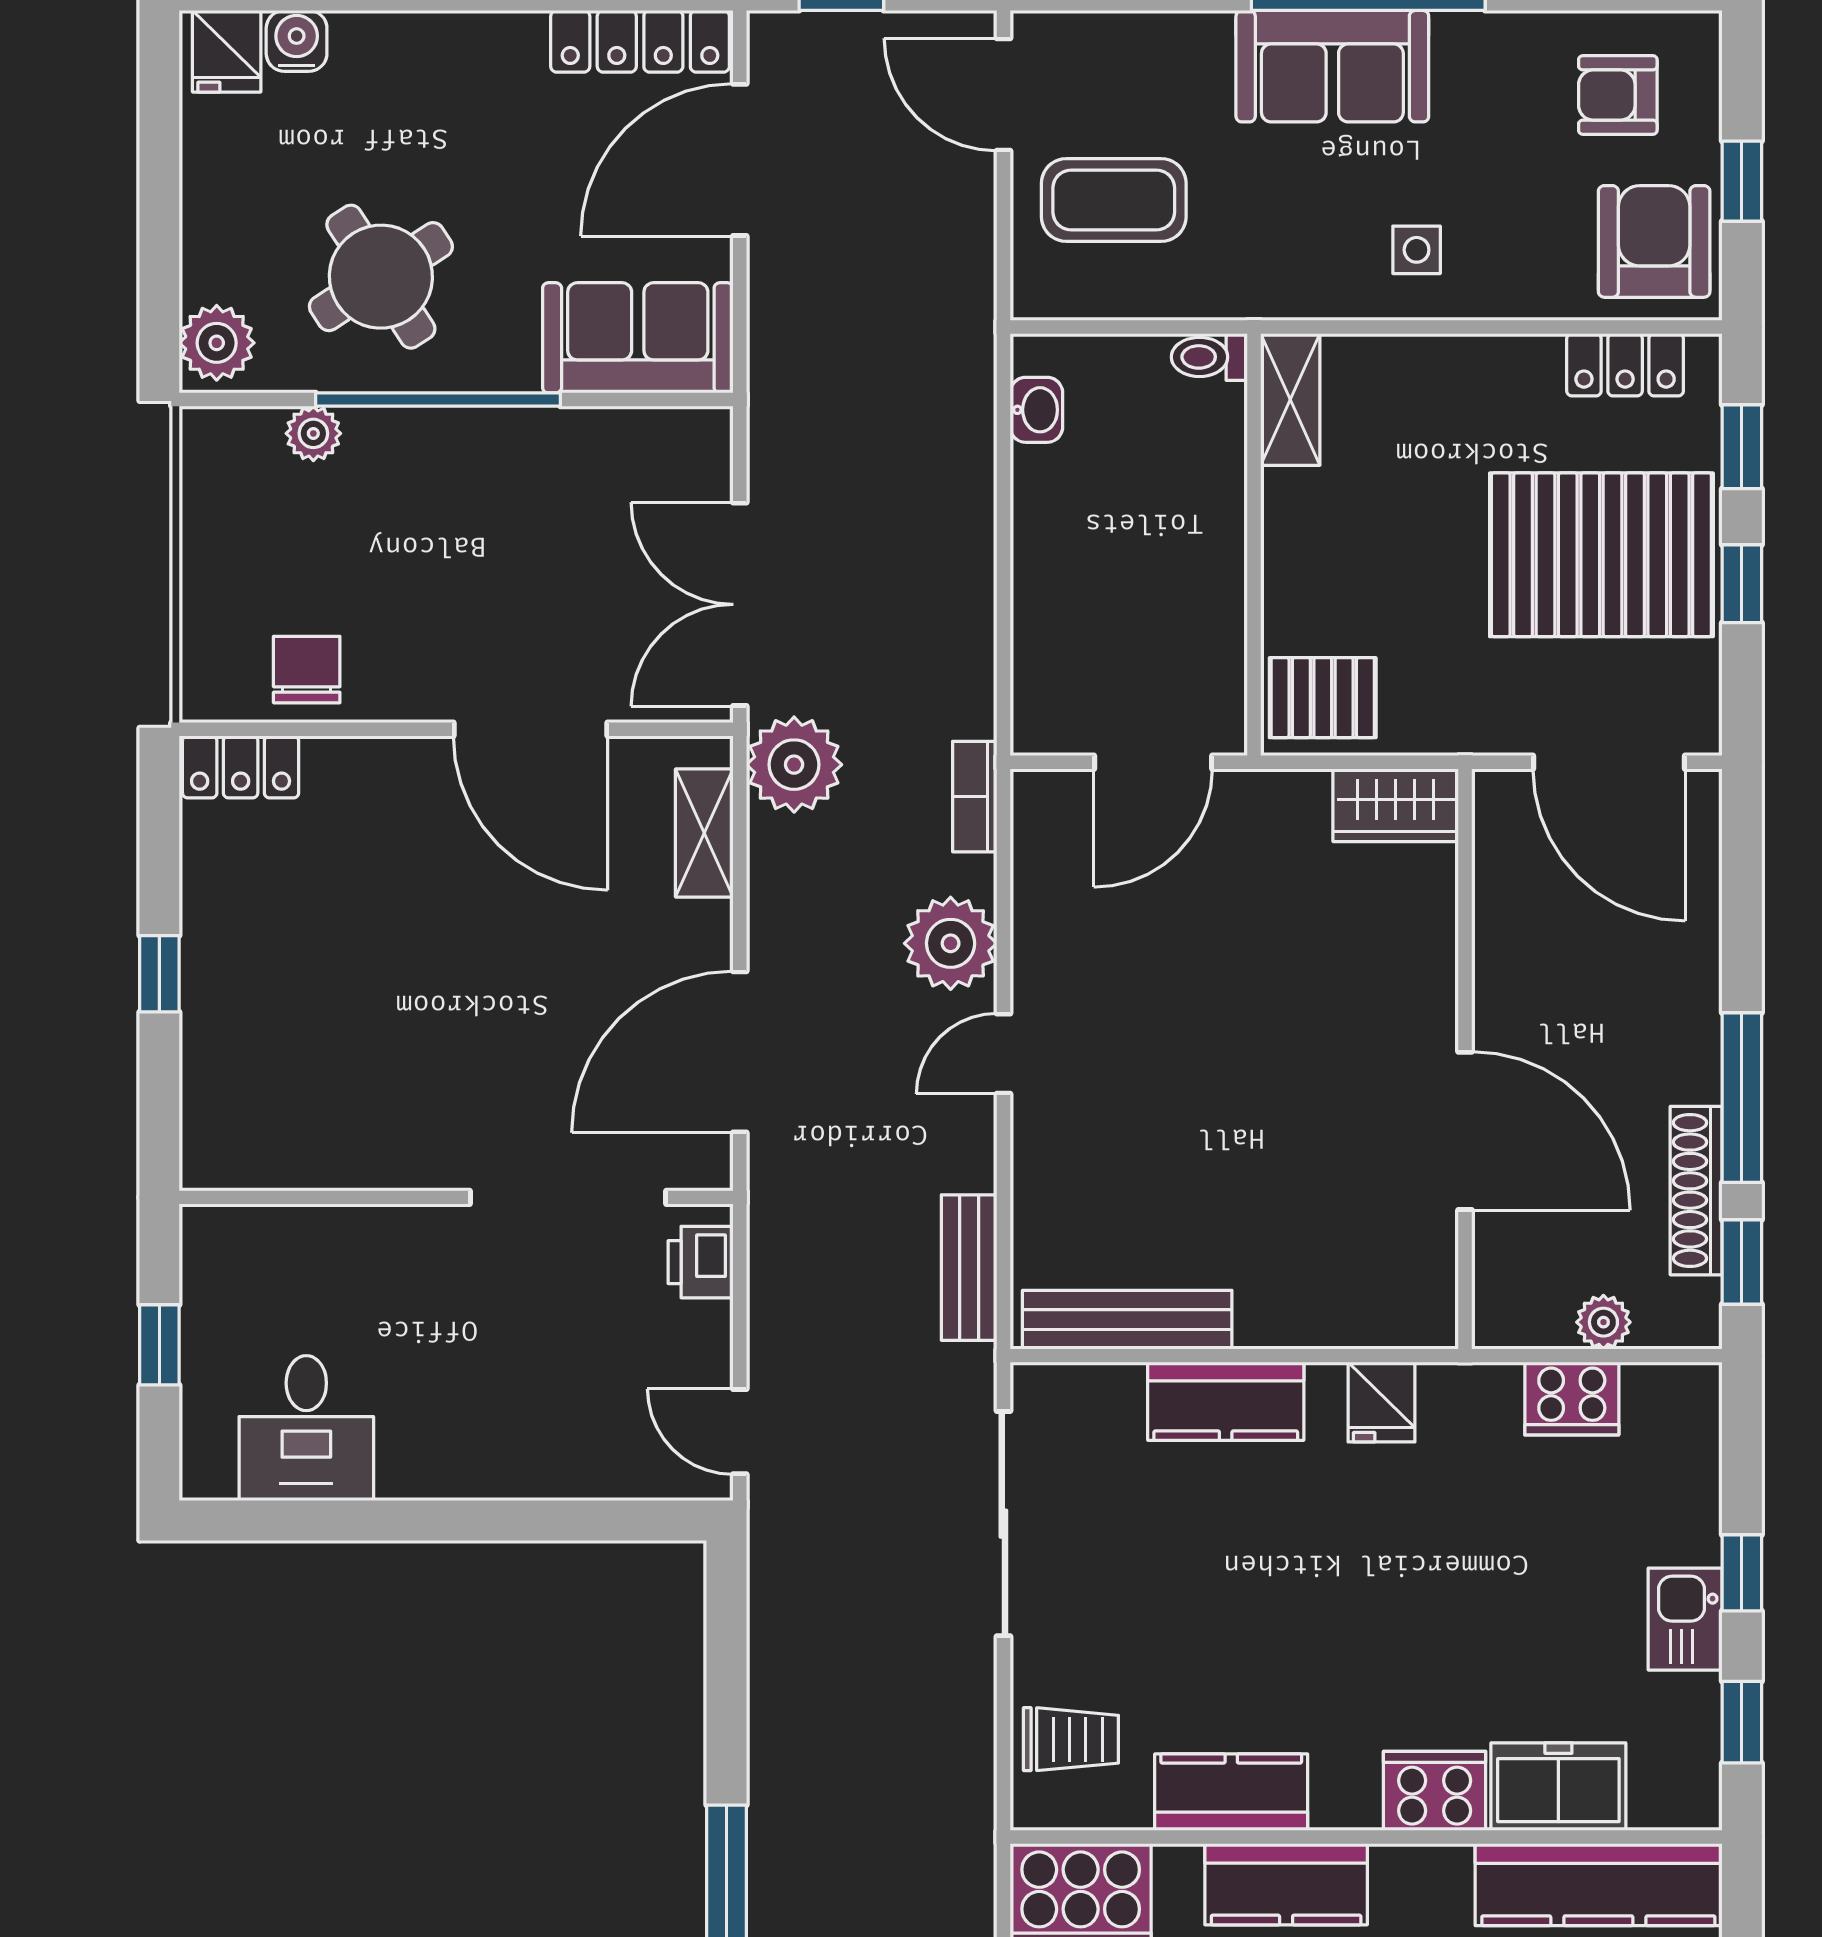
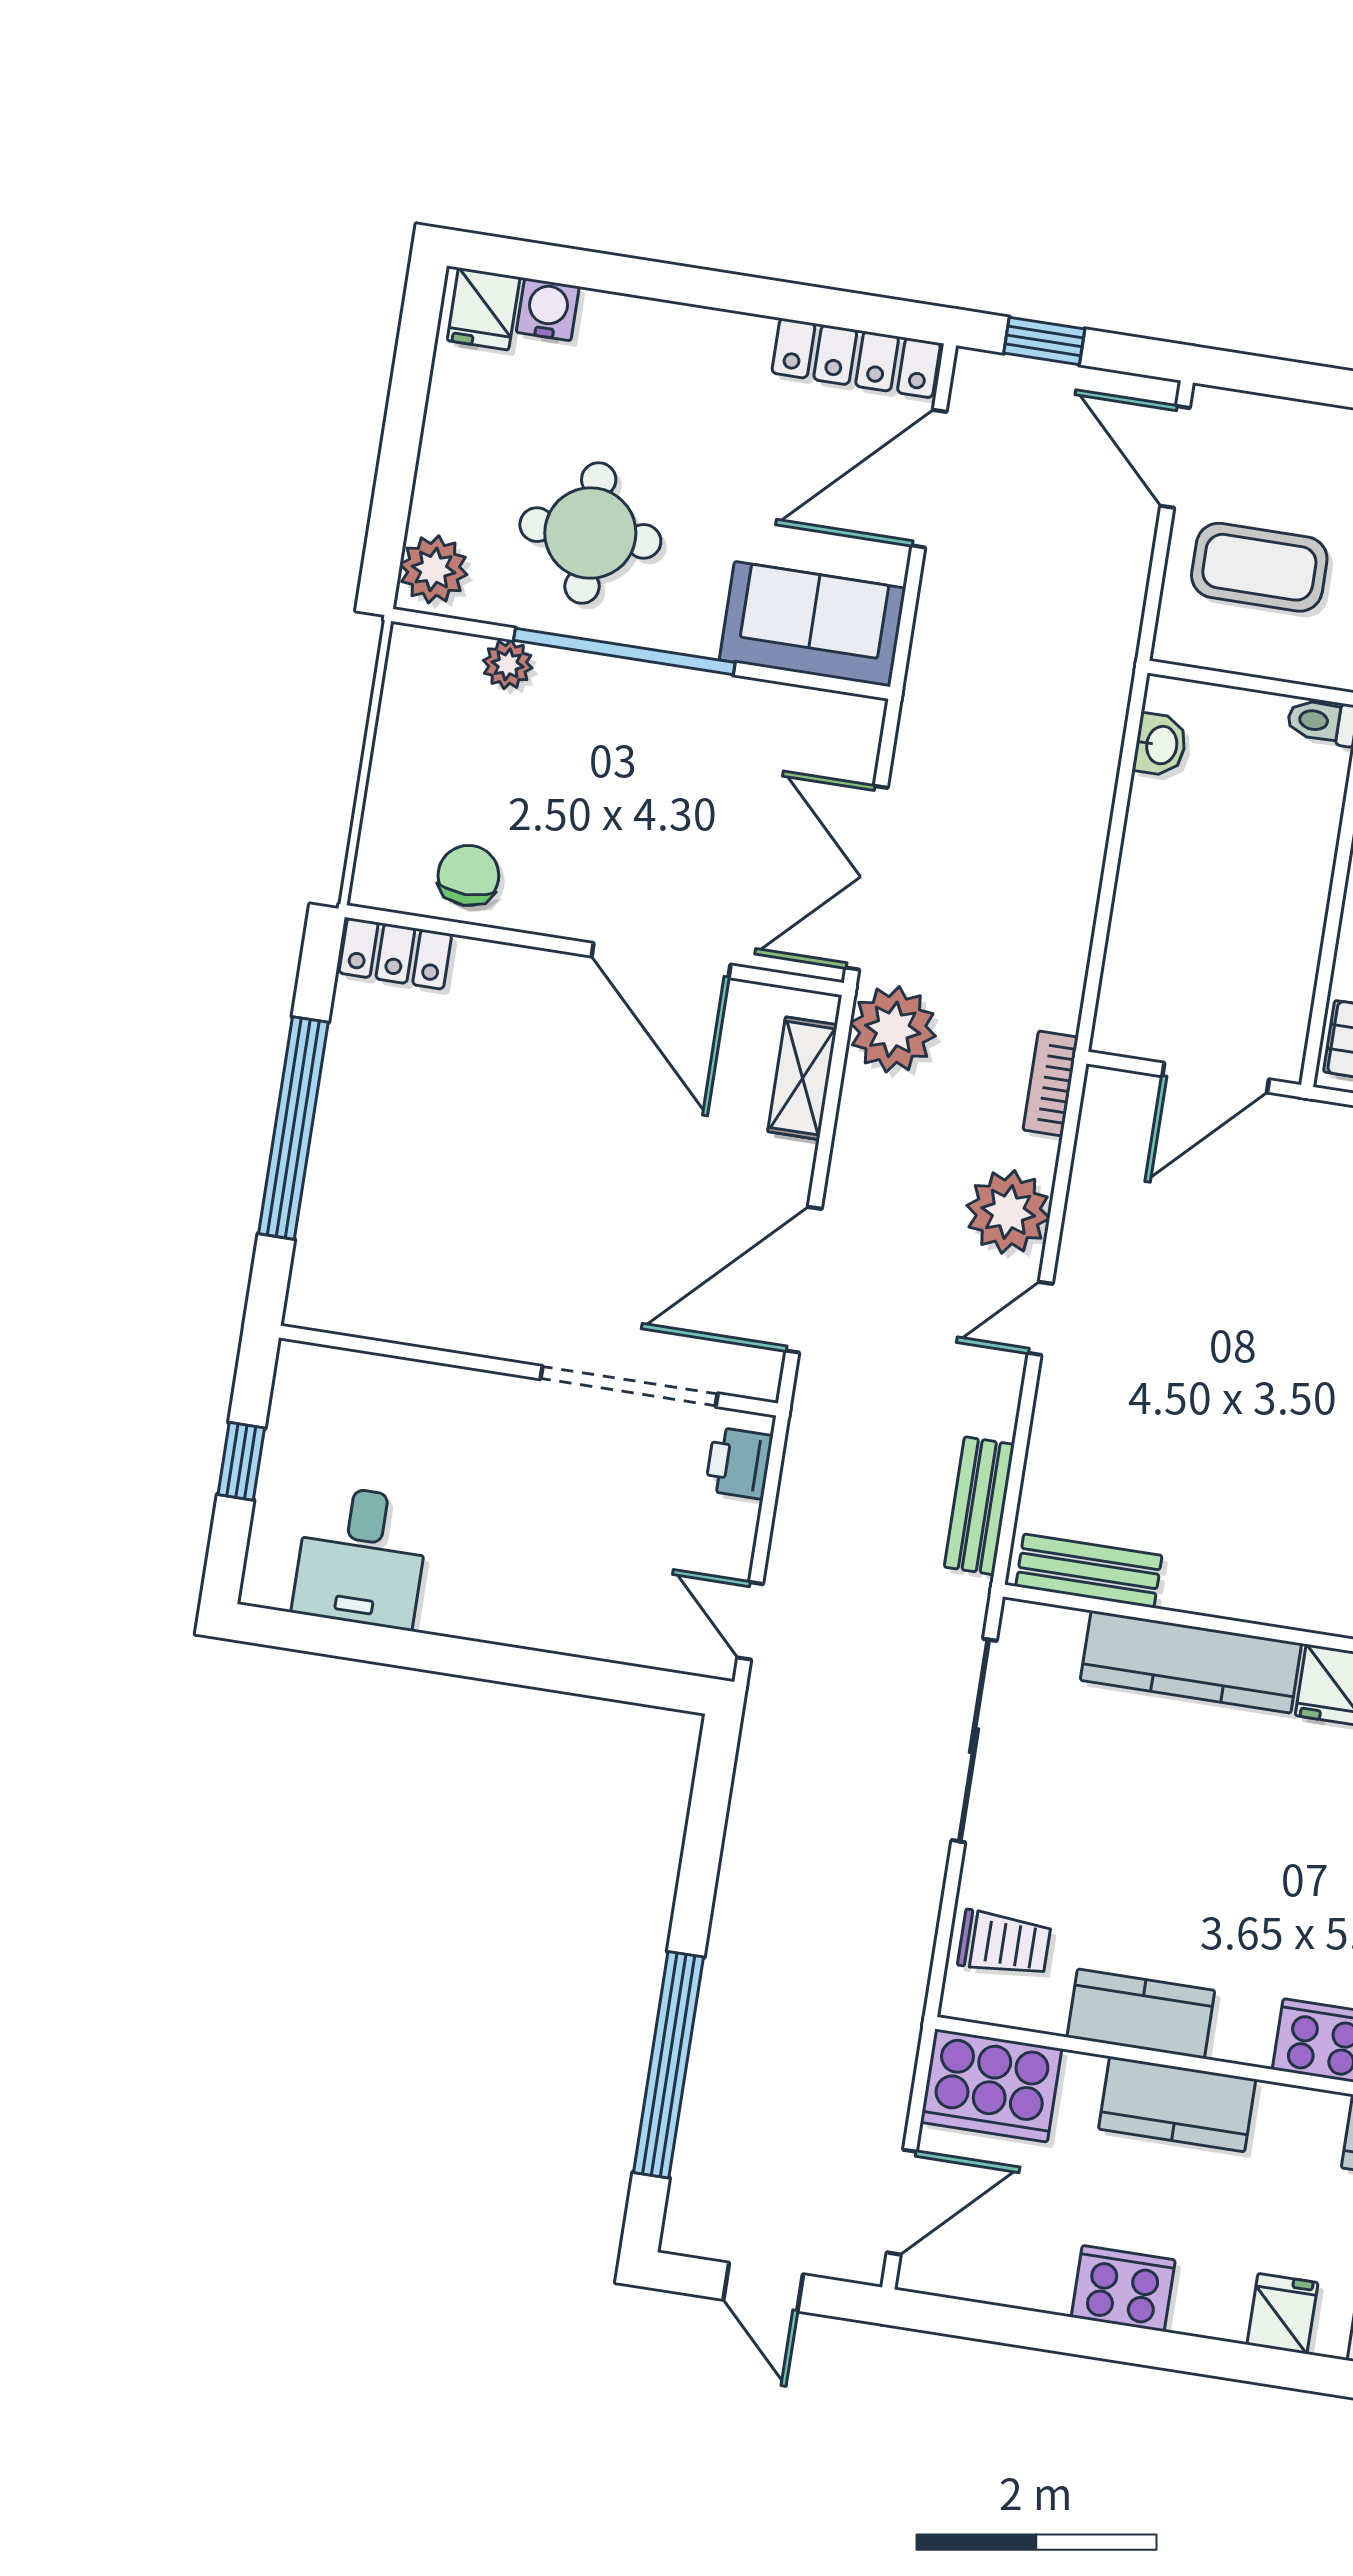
round table: (381, 277) -> (590, 533), turned 33
window: (159, 974) -> (293, 1128), width x3.17
bench: (1127, 1320) -> (1089, 1571), width x0.73
kitchen counter: (1226, 1401) -> (1191, 1662), width x1.50

